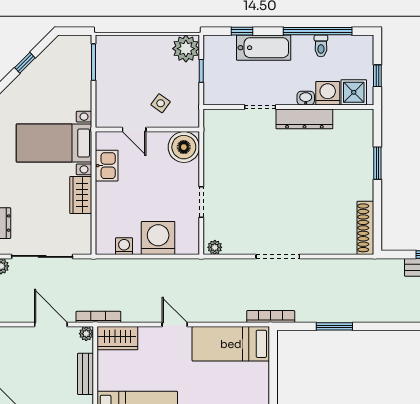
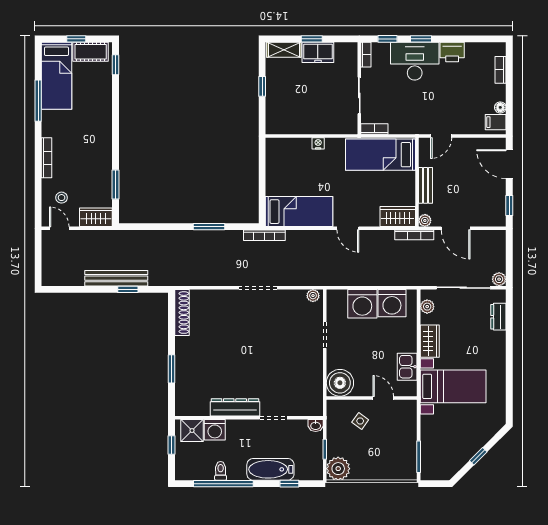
washbasin: (306, 98) -> (316, 425), moved
plant: (84, 235) -> (427, 307), added
washing machine: (124, 246) -> (392, 303), width x1.89, depth x1.89

